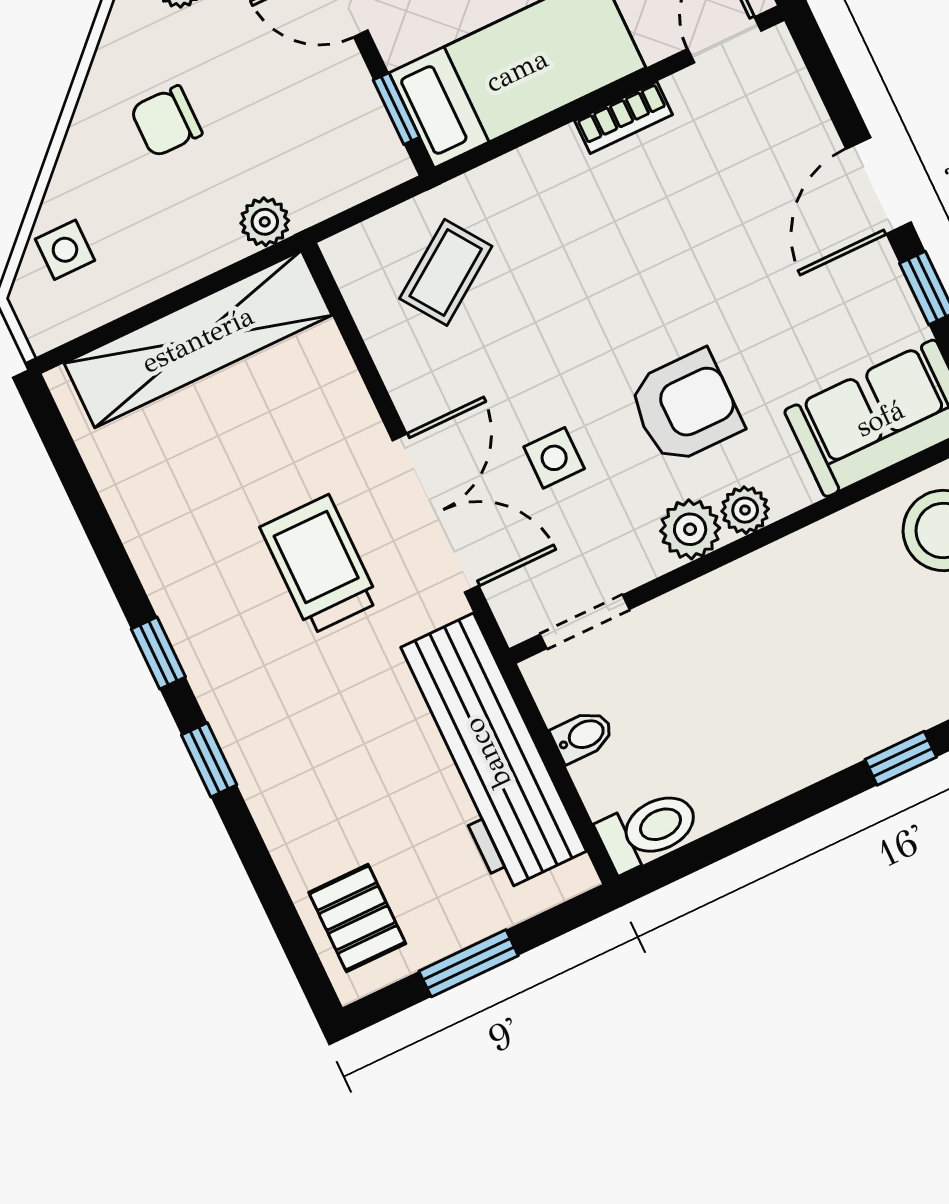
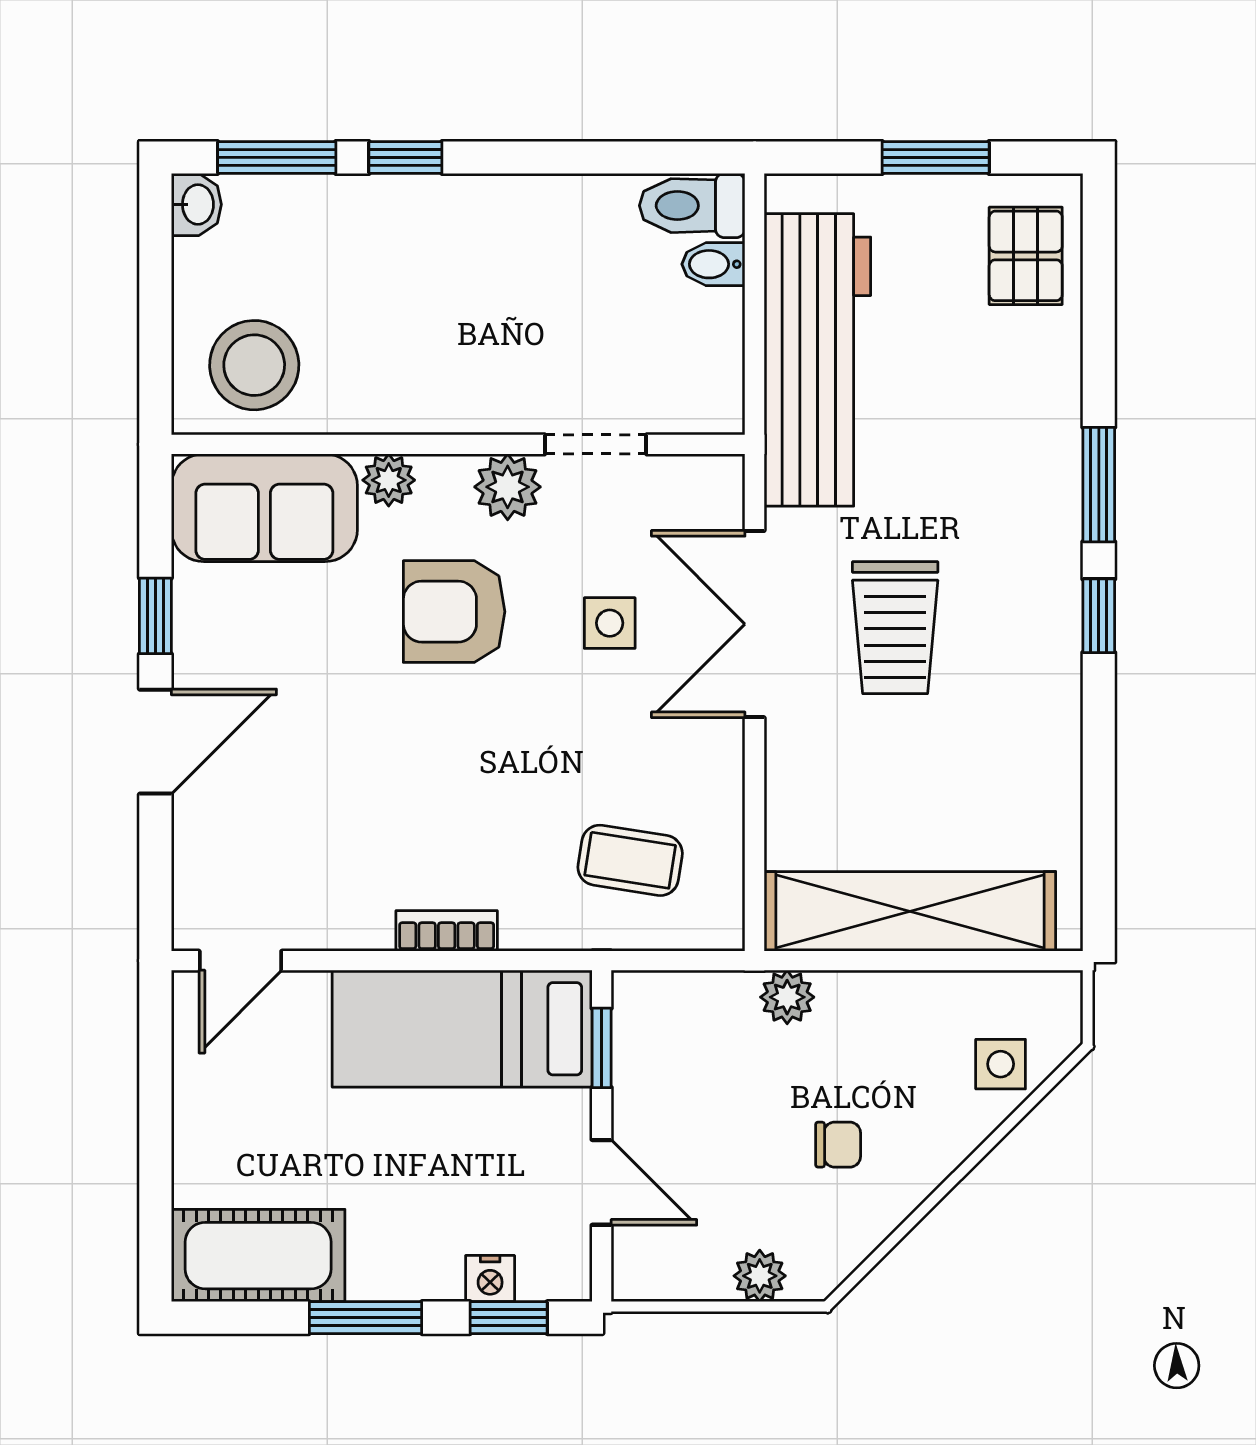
bookcase: (623, 118) -> (447, 931), moved
chair: (166, 121) -> (838, 1145), width x0.73, depth x0.73
coffee table: (446, 272) -> (630, 860), turned 44
plant: (745, 510) -> (389, 480), moved
doorway: (585, 622) -> (596, 444), moved
bidet: (583, 736) -> (713, 264), moved
window: (209, 760) -> (1099, 485), width x1.50

